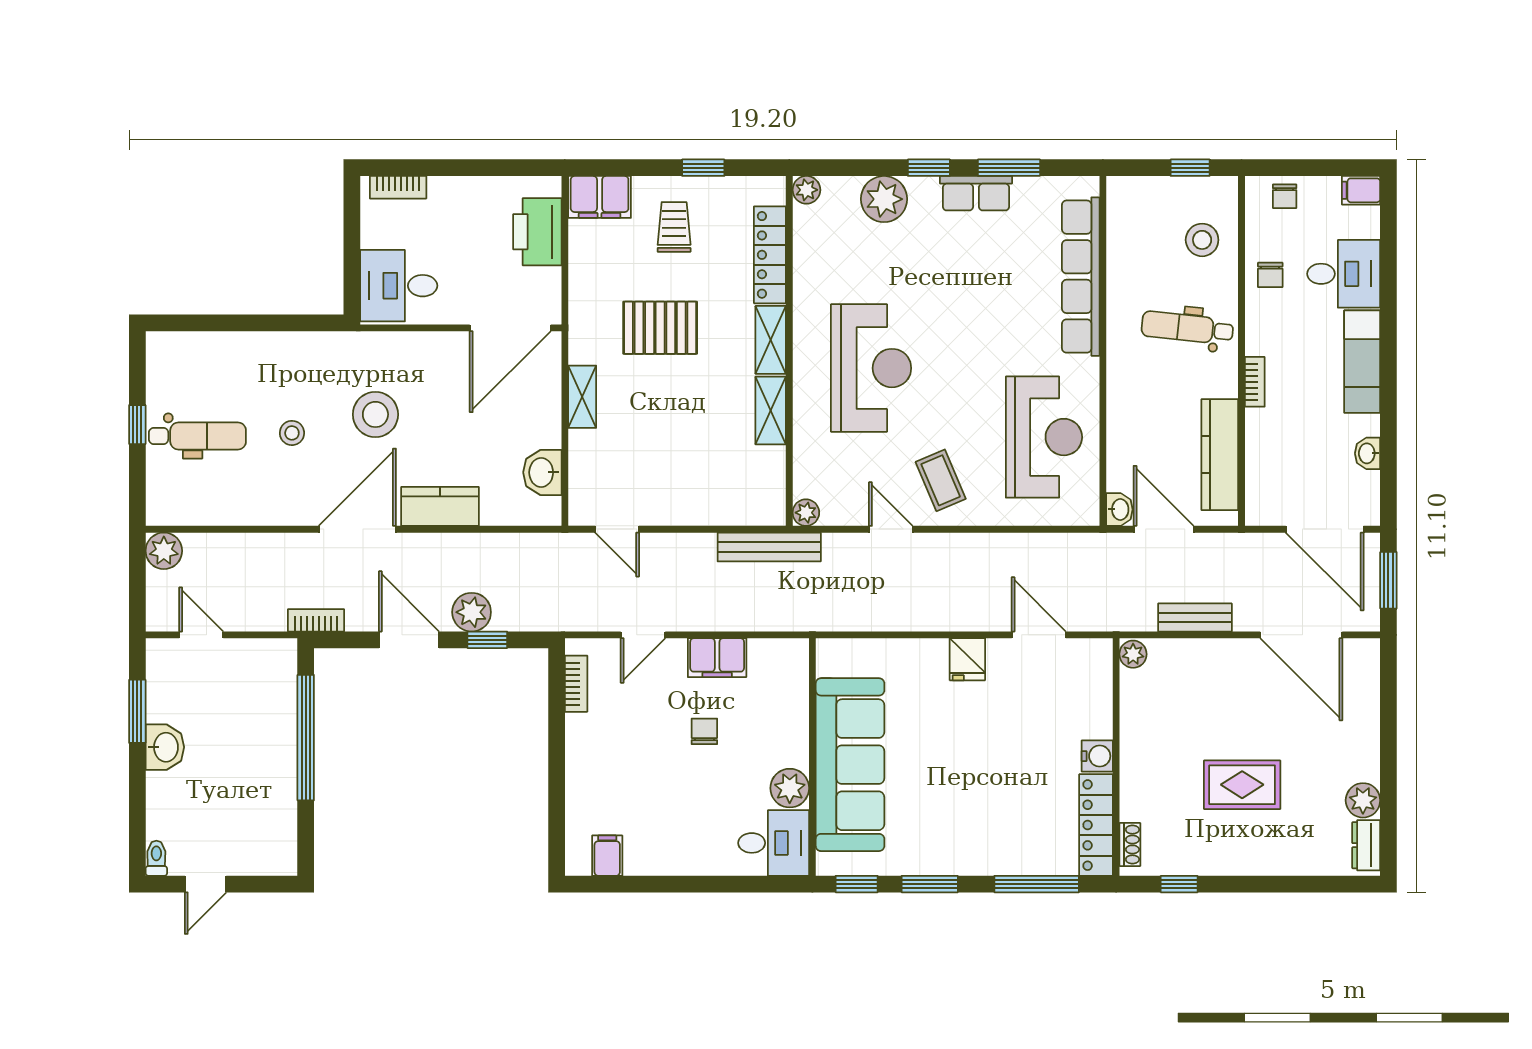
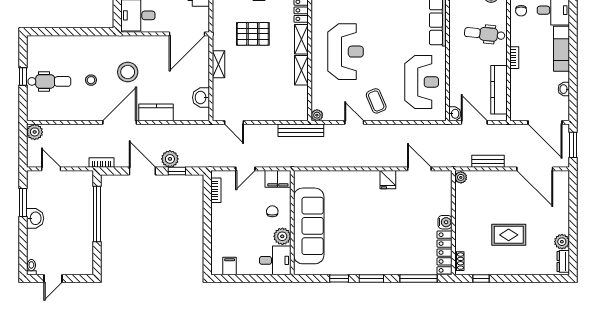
wall: (812, 757) -> (292, 223), moved
sofa: (850, 765) -> (309, 226), moved
plant: (790, 788) -> (282, 236), moved
desk: (774, 843) -> (275, 260), moved

